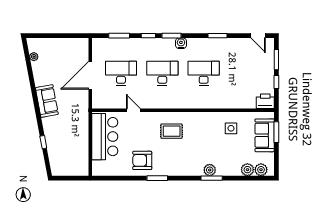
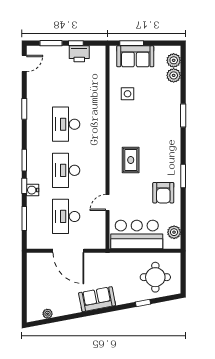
water cooler: (181, 43) -> (33, 190), moved
printer: (265, 101) -> (79, 54), moved, turned -90
round table: (67, 153) -> (155, 277), added
plant: (210, 170) -> (174, 232), moved

